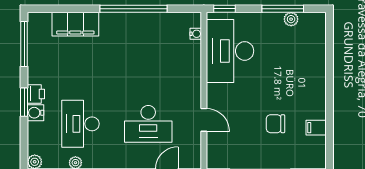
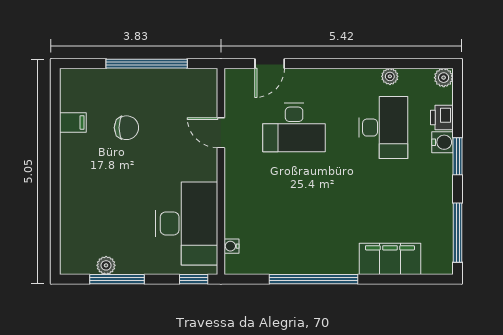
printer: (36, 94) -> (442, 117), moved
desk: (148, 124) -> (294, 128), turned 180

